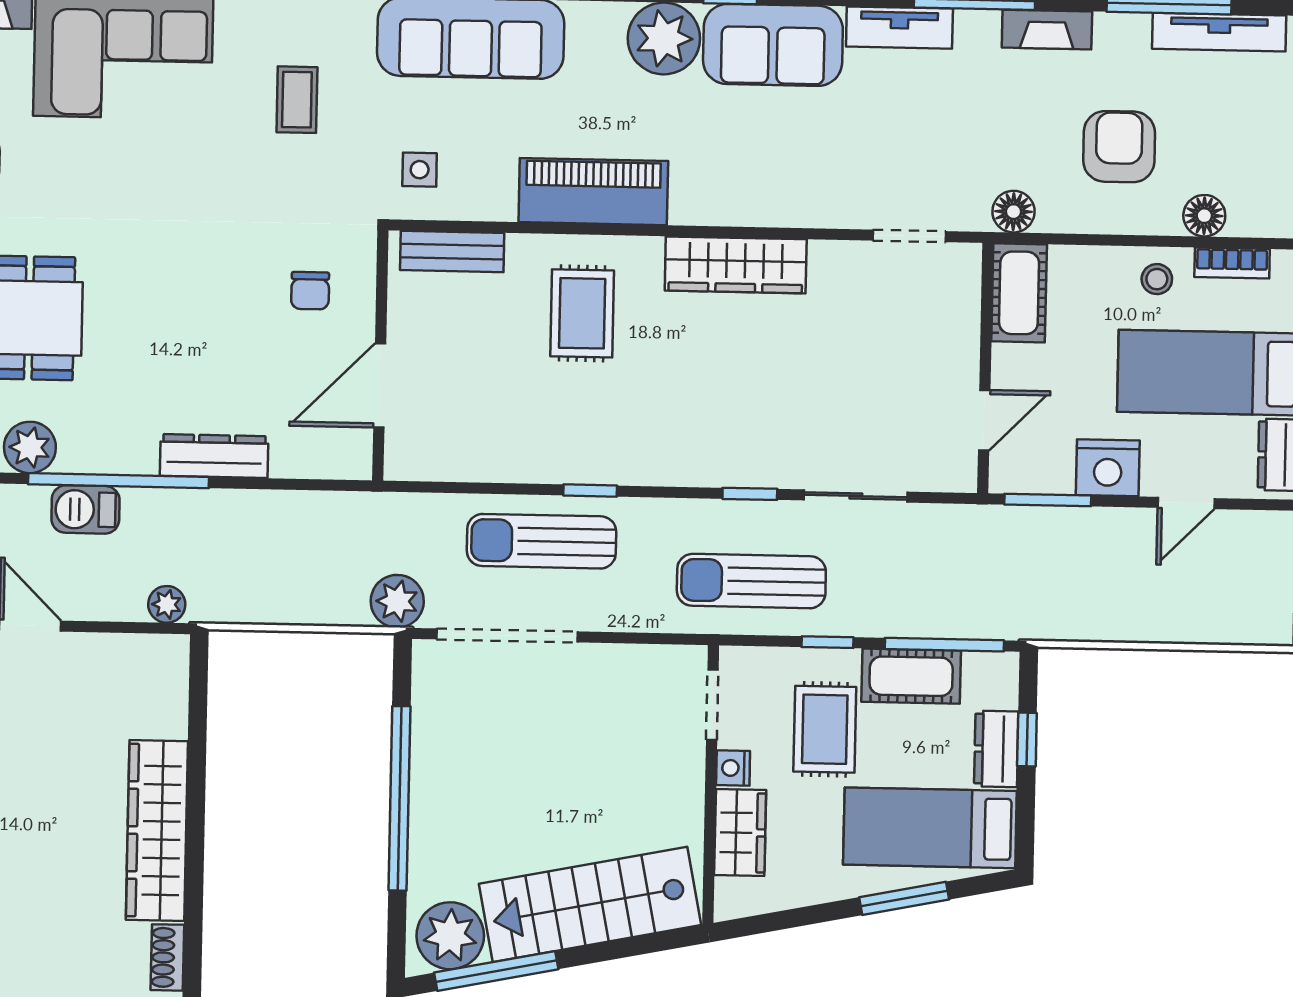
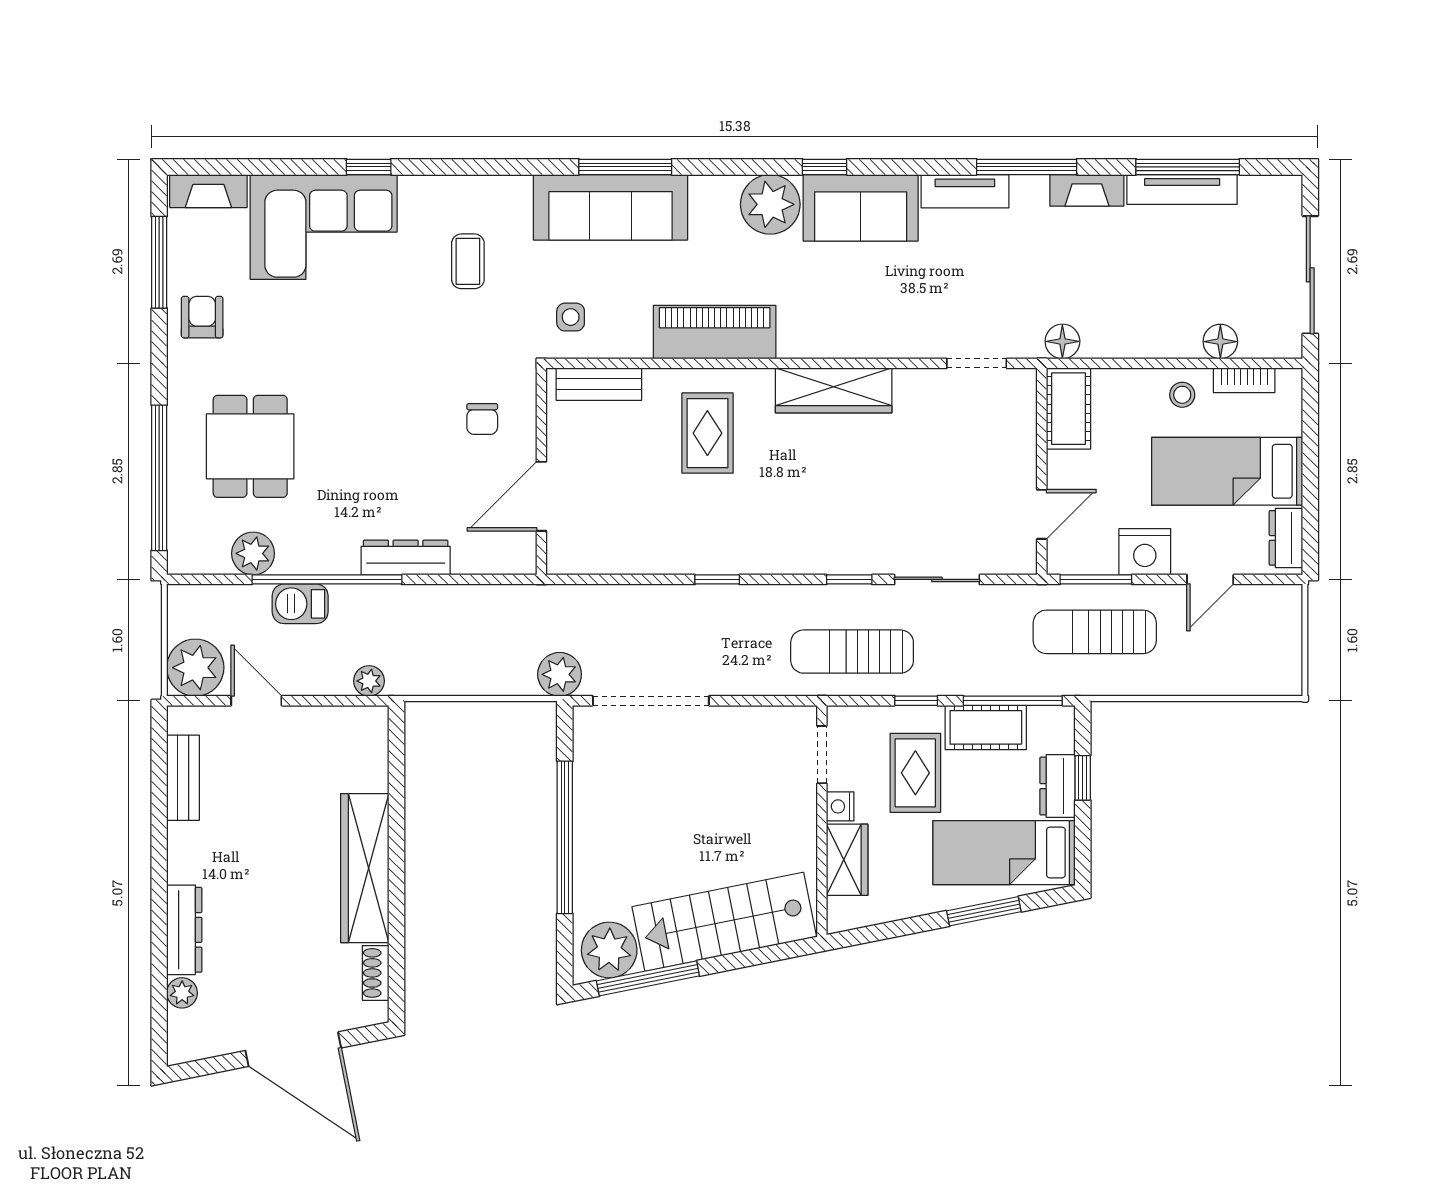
tv unit: (1219, 32) -> (1182, 189), moved
armchair: (1119, 147) -> (1149, 286), removed
sun lounger: (542, 541) -> (1095, 632), moved

